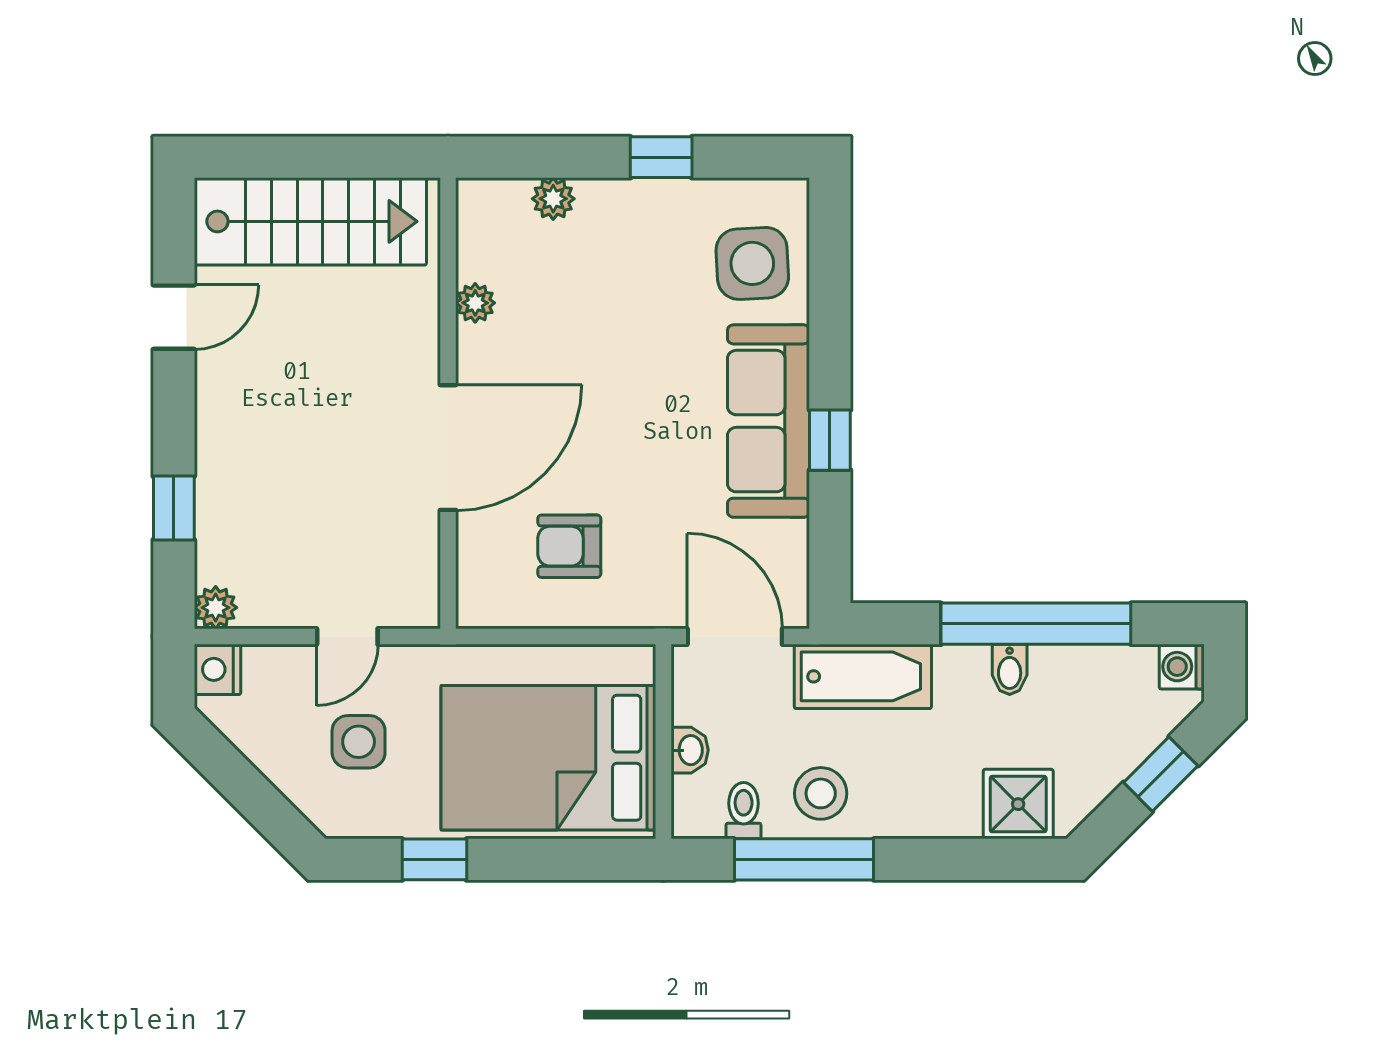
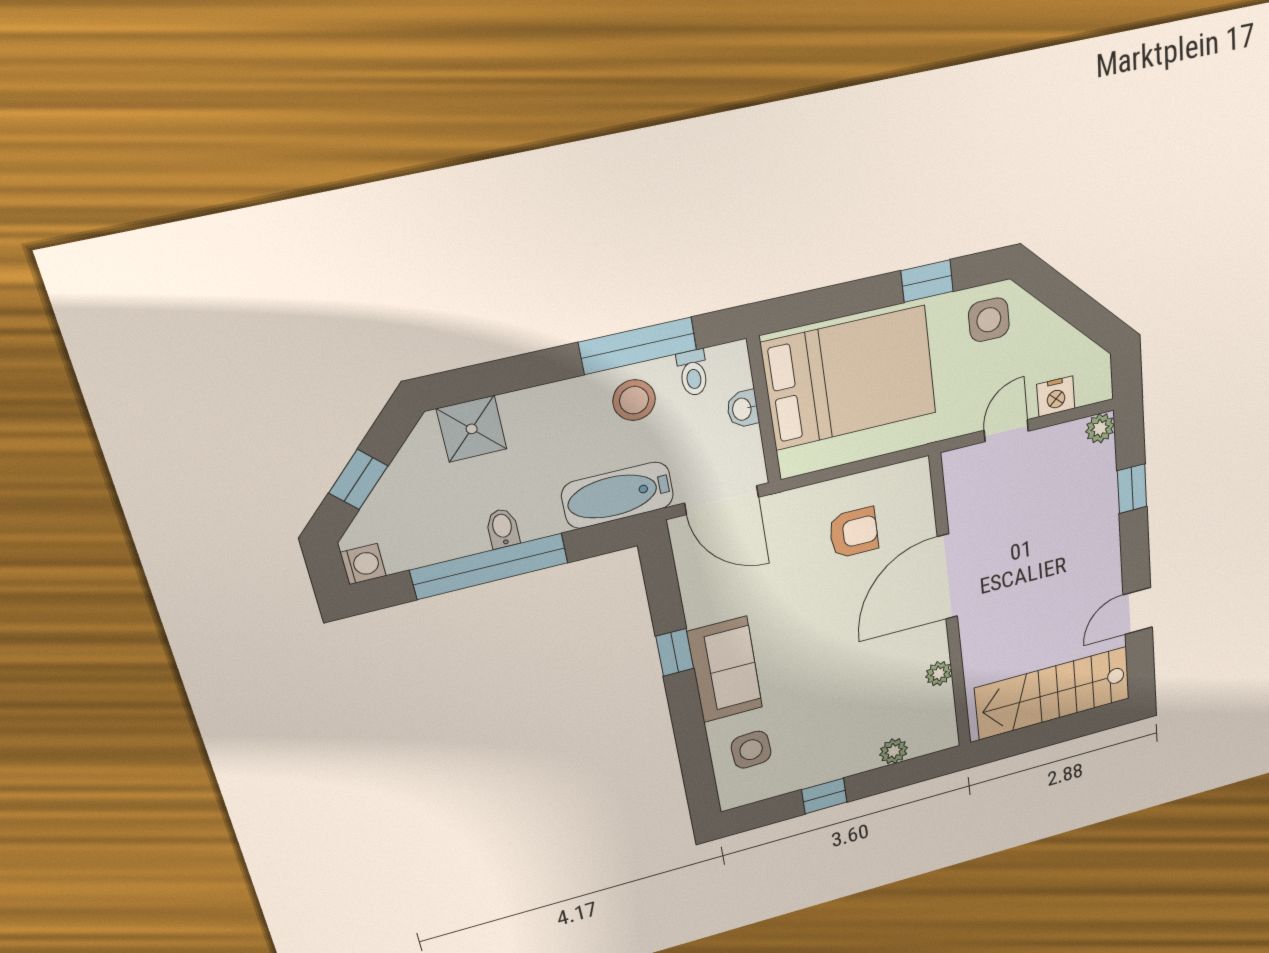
side table: (752, 263) -> (751, 750), width x0.73, depth x0.73
sofa: (768, 421) -> (725, 670), width x0.73
nightstand: (217, 669) -> (1056, 396), moved, turned 90
side table: (359, 742) -> (989, 320), moved

